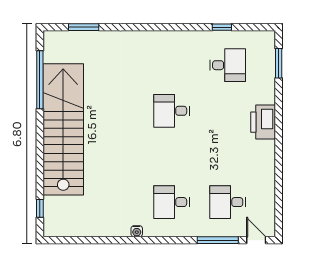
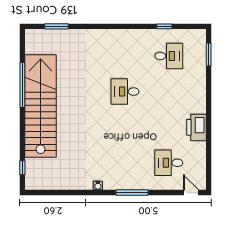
window: (40, 80) -> (22, 85), moved
printer: (263, 122) -> (197, 127), moved
desk: (172, 202) -> (125, 163), removed
window: (218, 240) -> (132, 193), moved

